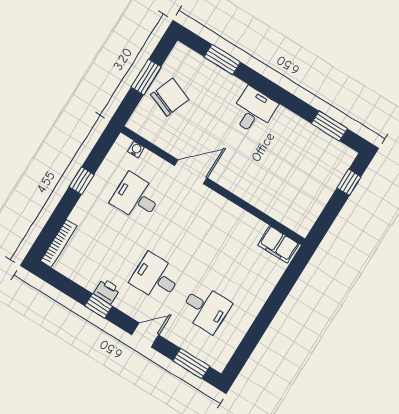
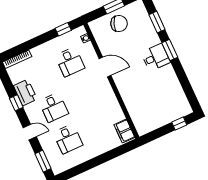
window: (329, 126) -> (170, 50), moved
window: (82, 181) -> (63, 29), moved
desk: (136, 197) -> (70, 62), turned 180
desk: (156, 277) -> (54, 107), turned 180
printer: (107, 291) -> (25, 92), width x1.87, depth x1.48

